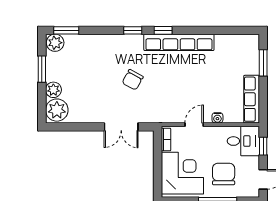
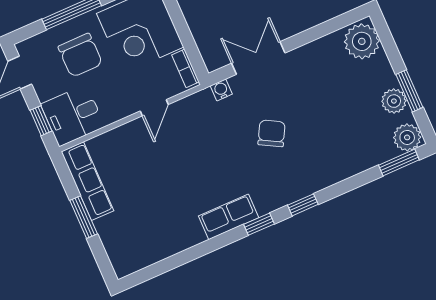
row of seats: (179, 42) -> (229, 217), width x0.50
window: (263, 63) -> (84, 217), moved
plant: (53, 90) -> (394, 101), moved
water cooler: (217, 118) -> (221, 90), moved

